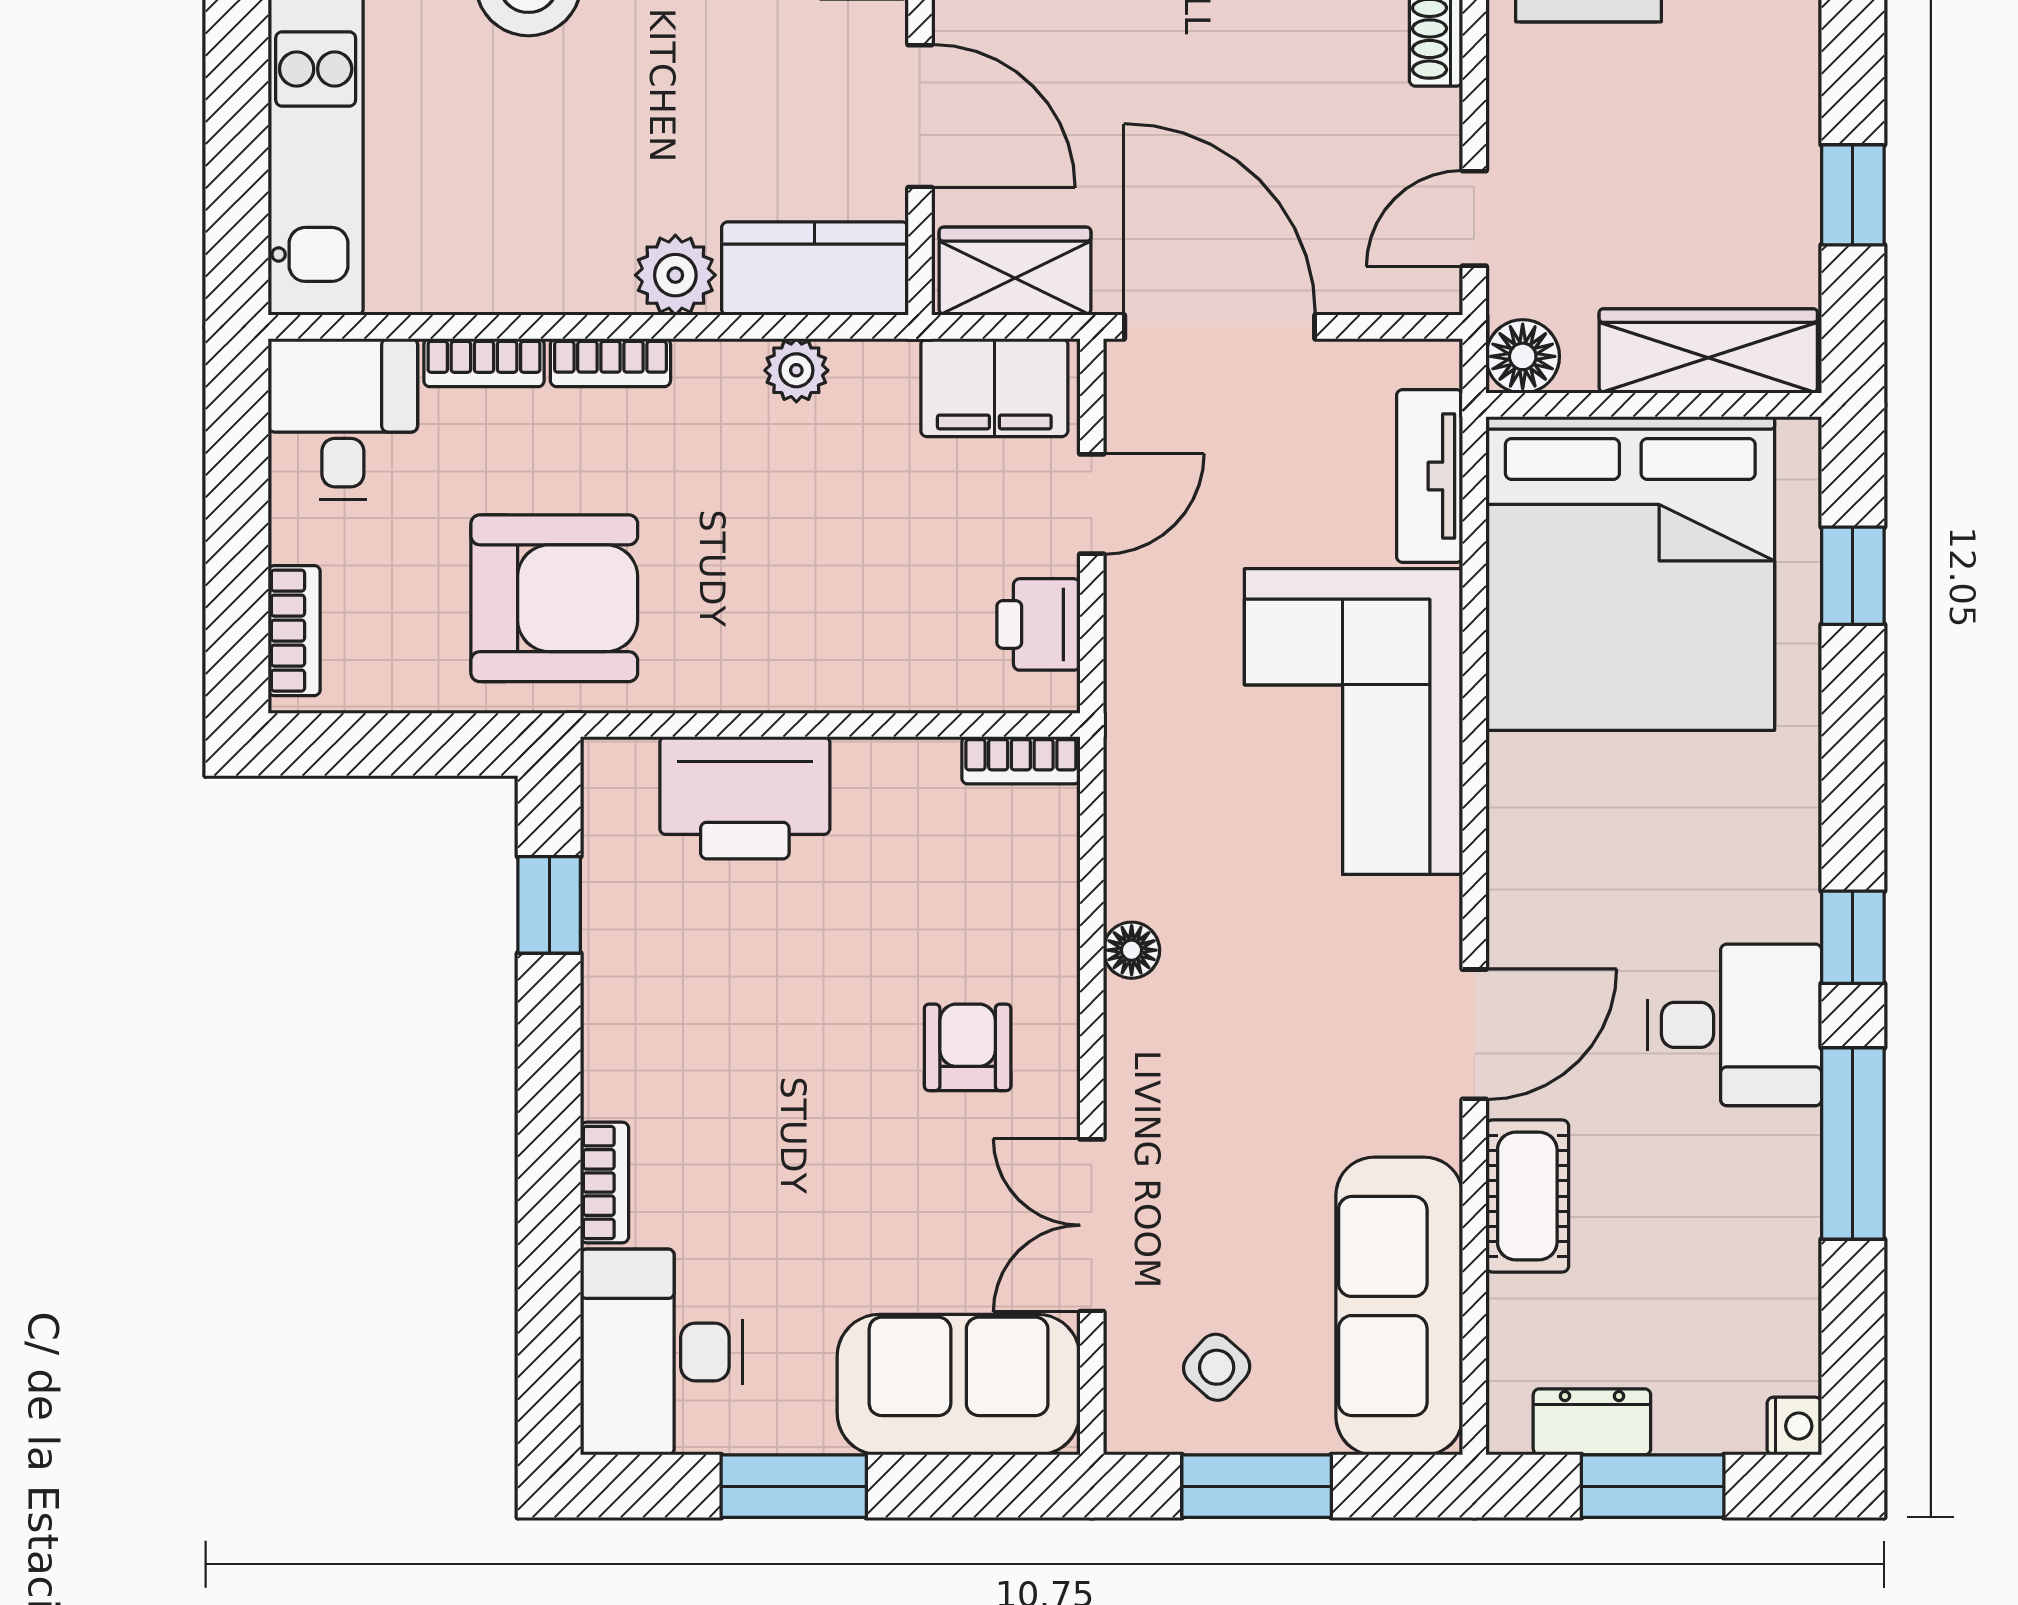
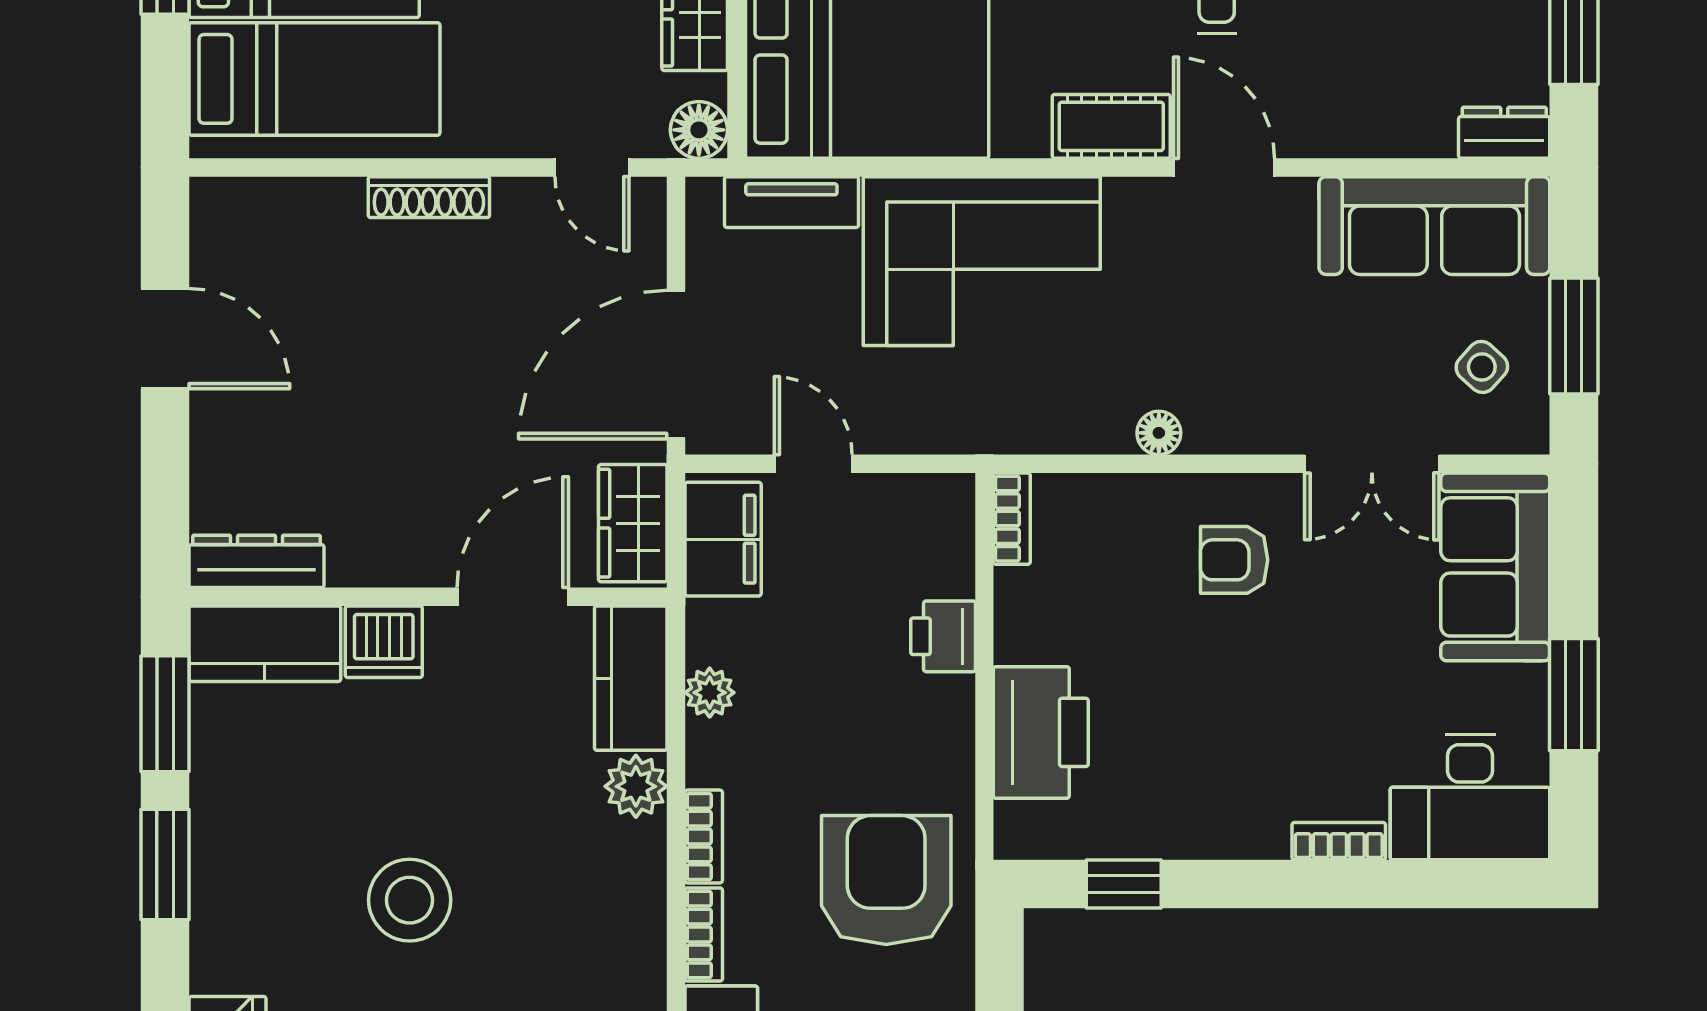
printer: (1038, 624) -> (943, 636), moved, turned 90
cot: (1527, 1196) -> (1111, 126), moved
dresser: (1592, 1422) -> (1504, 133), moved, turned 90

